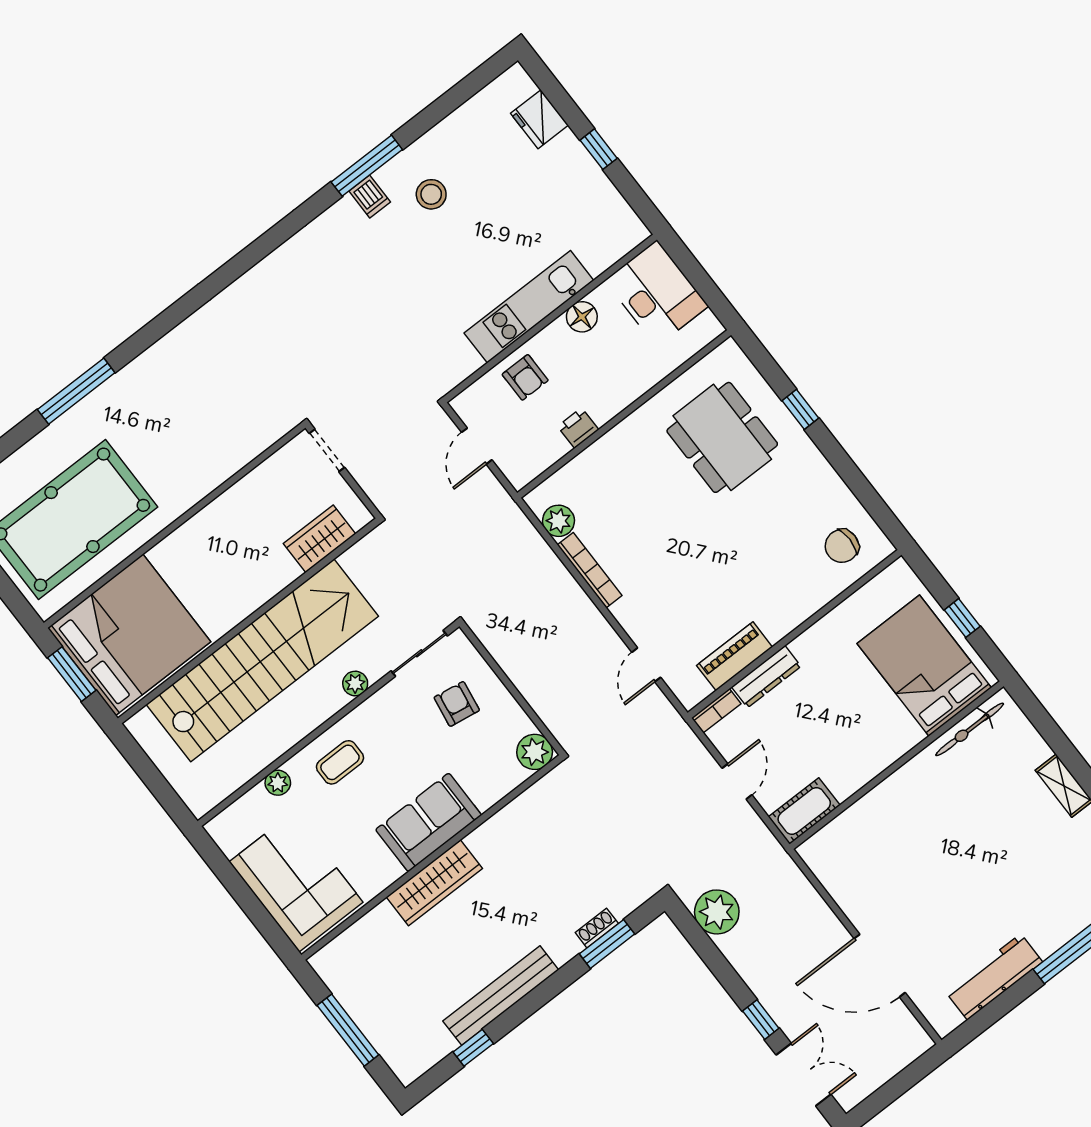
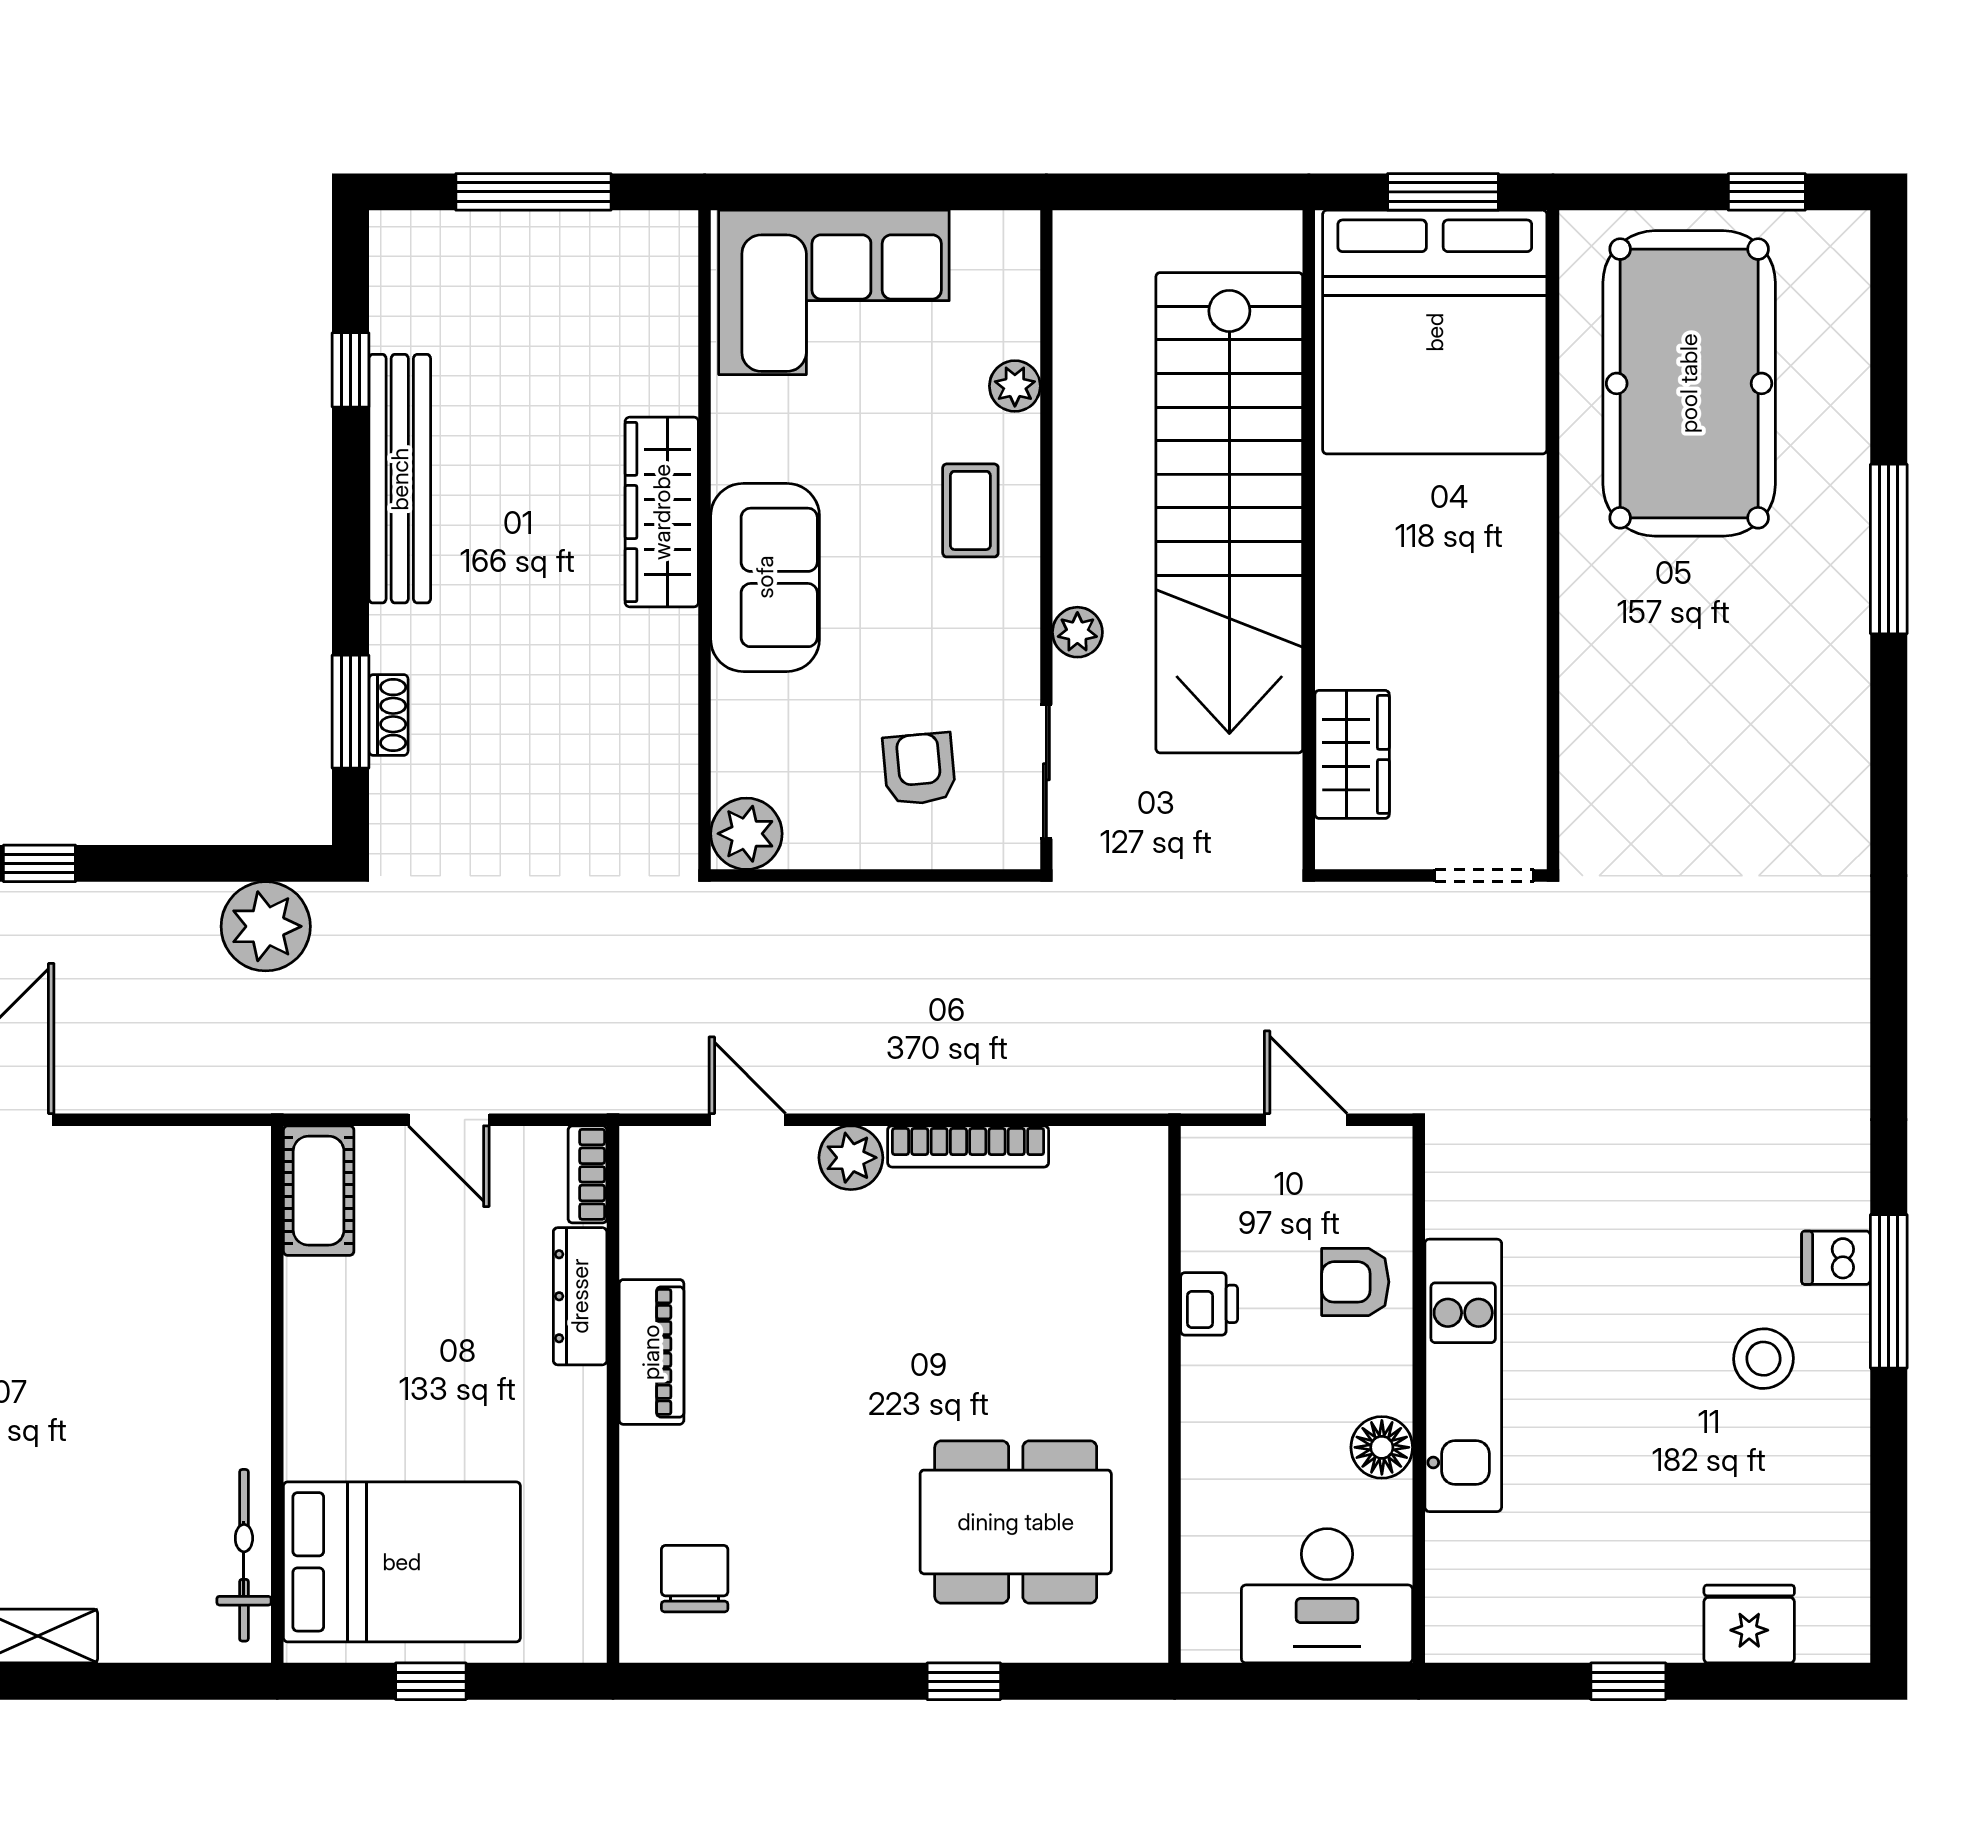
plant: (558, 521) -> (851, 1158), moved
piano: (735, 656) -> (651, 1352), moved
armchair: (457, 704) -> (919, 769), turned -104

